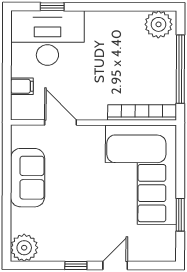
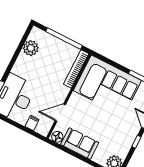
plant: (159, 24) -> (31, 48), moved
floor lamp: (20, 137) -> (57, 137), added

